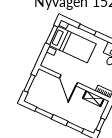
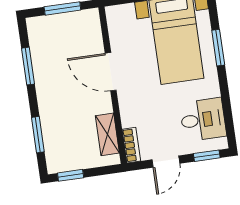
door: (68, 80) -> (111, 72), hinge flipped

